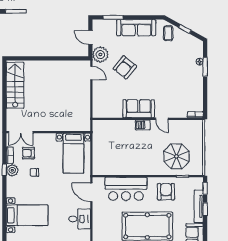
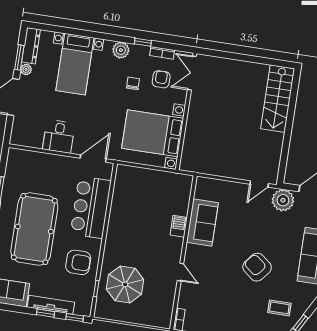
coffee table: (168, 33) -> (279, 308), moved
armchair: (125, 67) -> (257, 267), moved
stairs: (15, 85) -> (278, 99), moved, turned 90
sofa: (139, 109) -> (202, 222), moved
door: (162, 119) -> (180, 272), swing flipped
barbecue: (143, 125) -> (179, 226), moved
bed with nightstands: (73, 153) -> (153, 133), width x1.36
plant: (12, 170) -> (121, 50), moved

